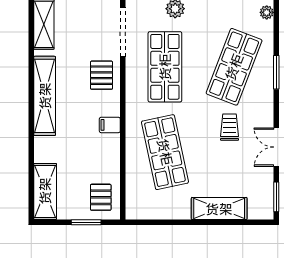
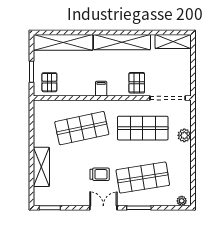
shop shelf: (234, 67) -> (143, 178), turned -30
pallet: (102, 75) -> (137, 83), turned 90
double door: (276, 147) -> (103, 208), moved
shelving: (45, 191) -> (63, 42), width x1.47
pallet: (101, 197) -> (49, 82), turned 90

